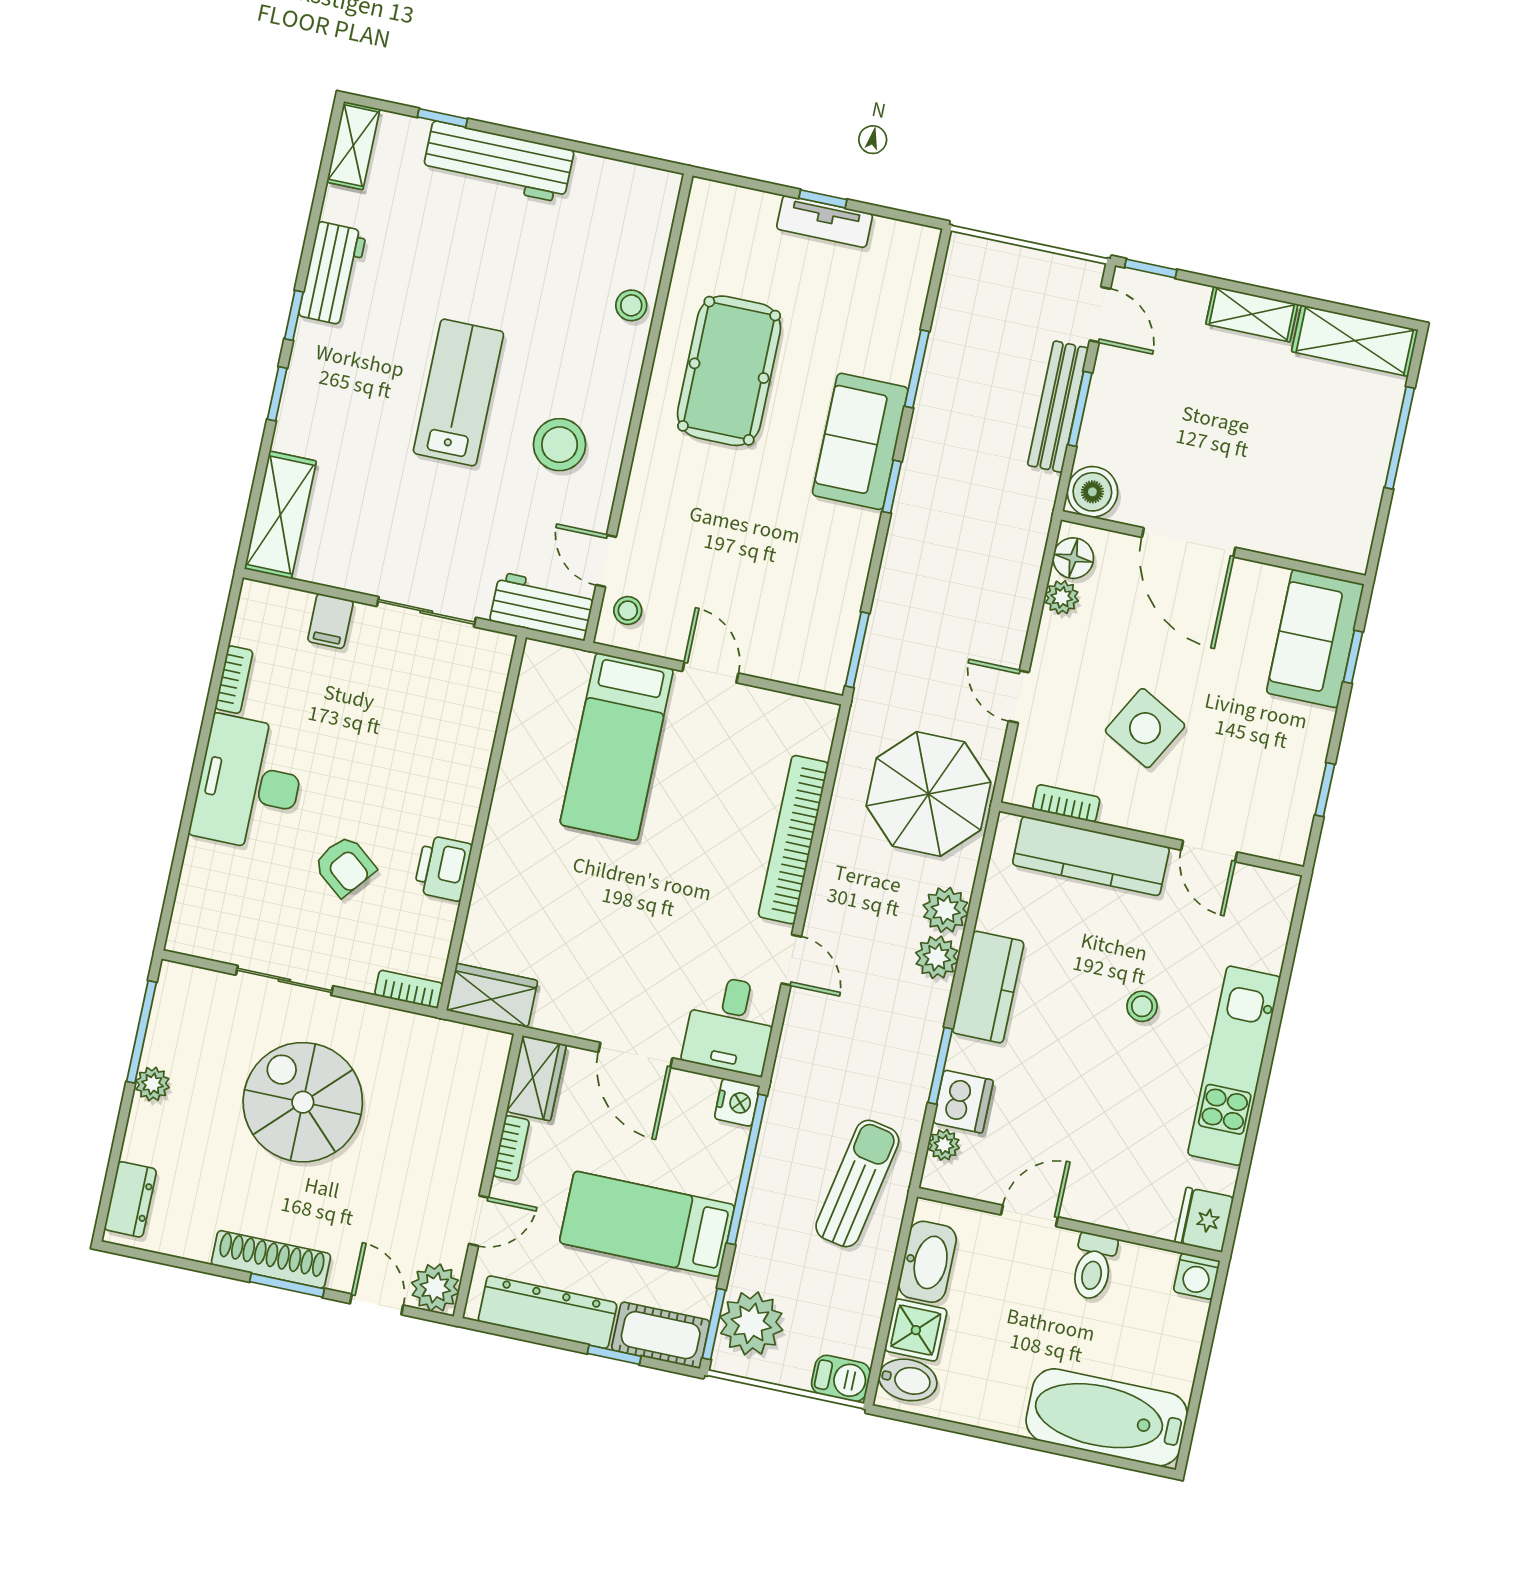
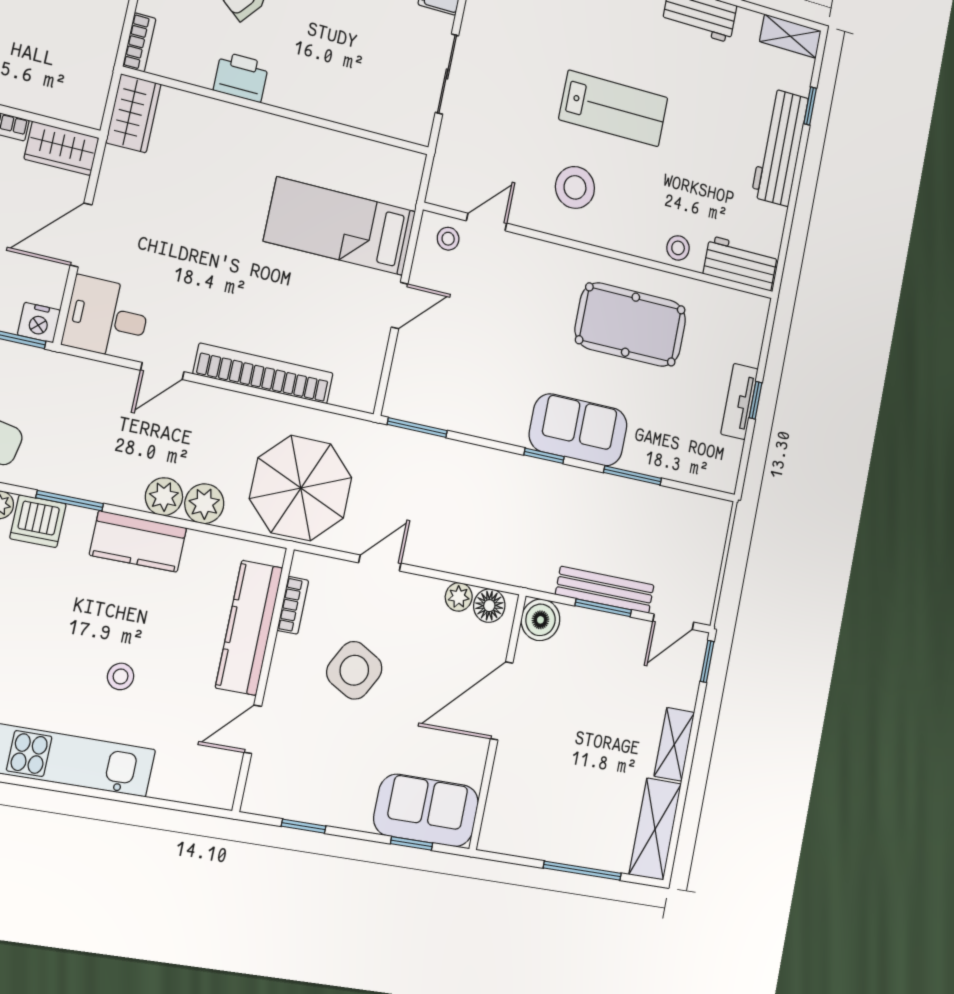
workbench: (542, 606) -> (741, 263), moved, turned -90

